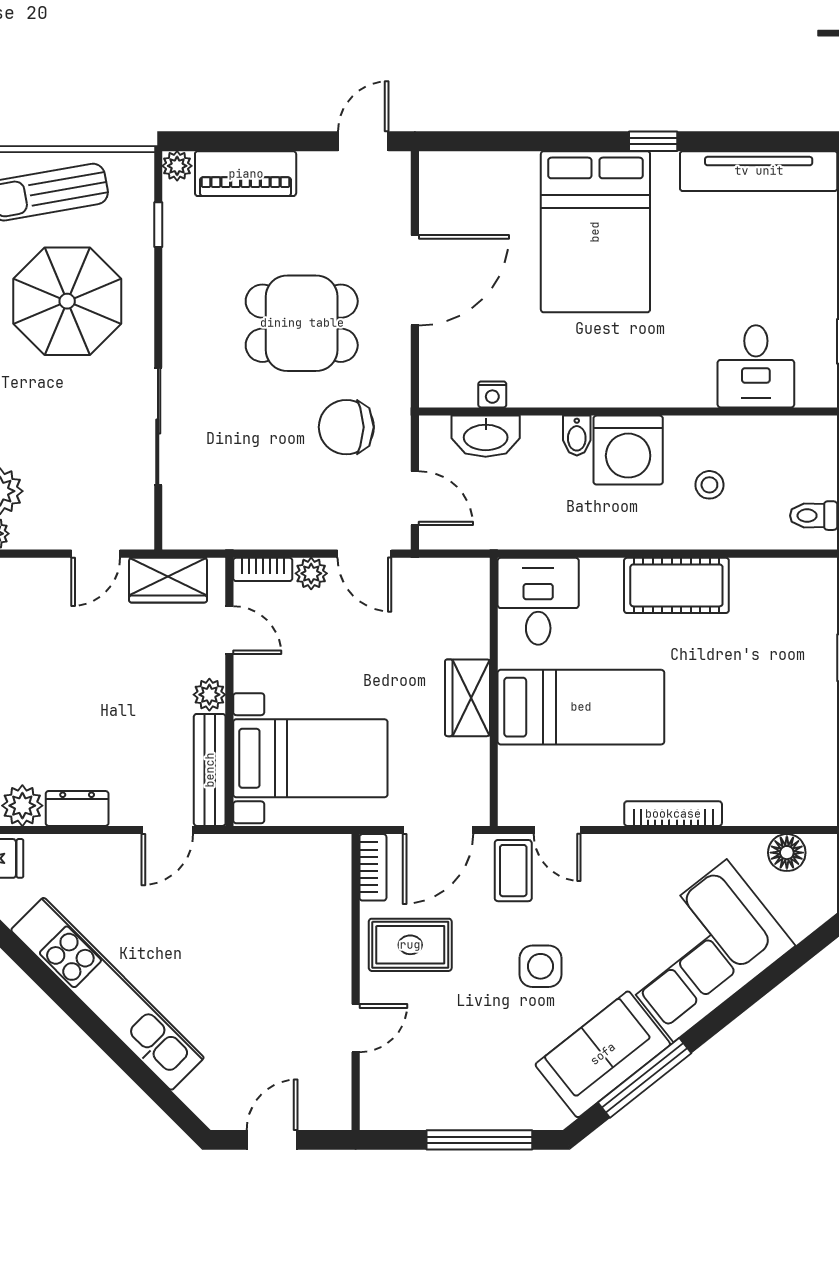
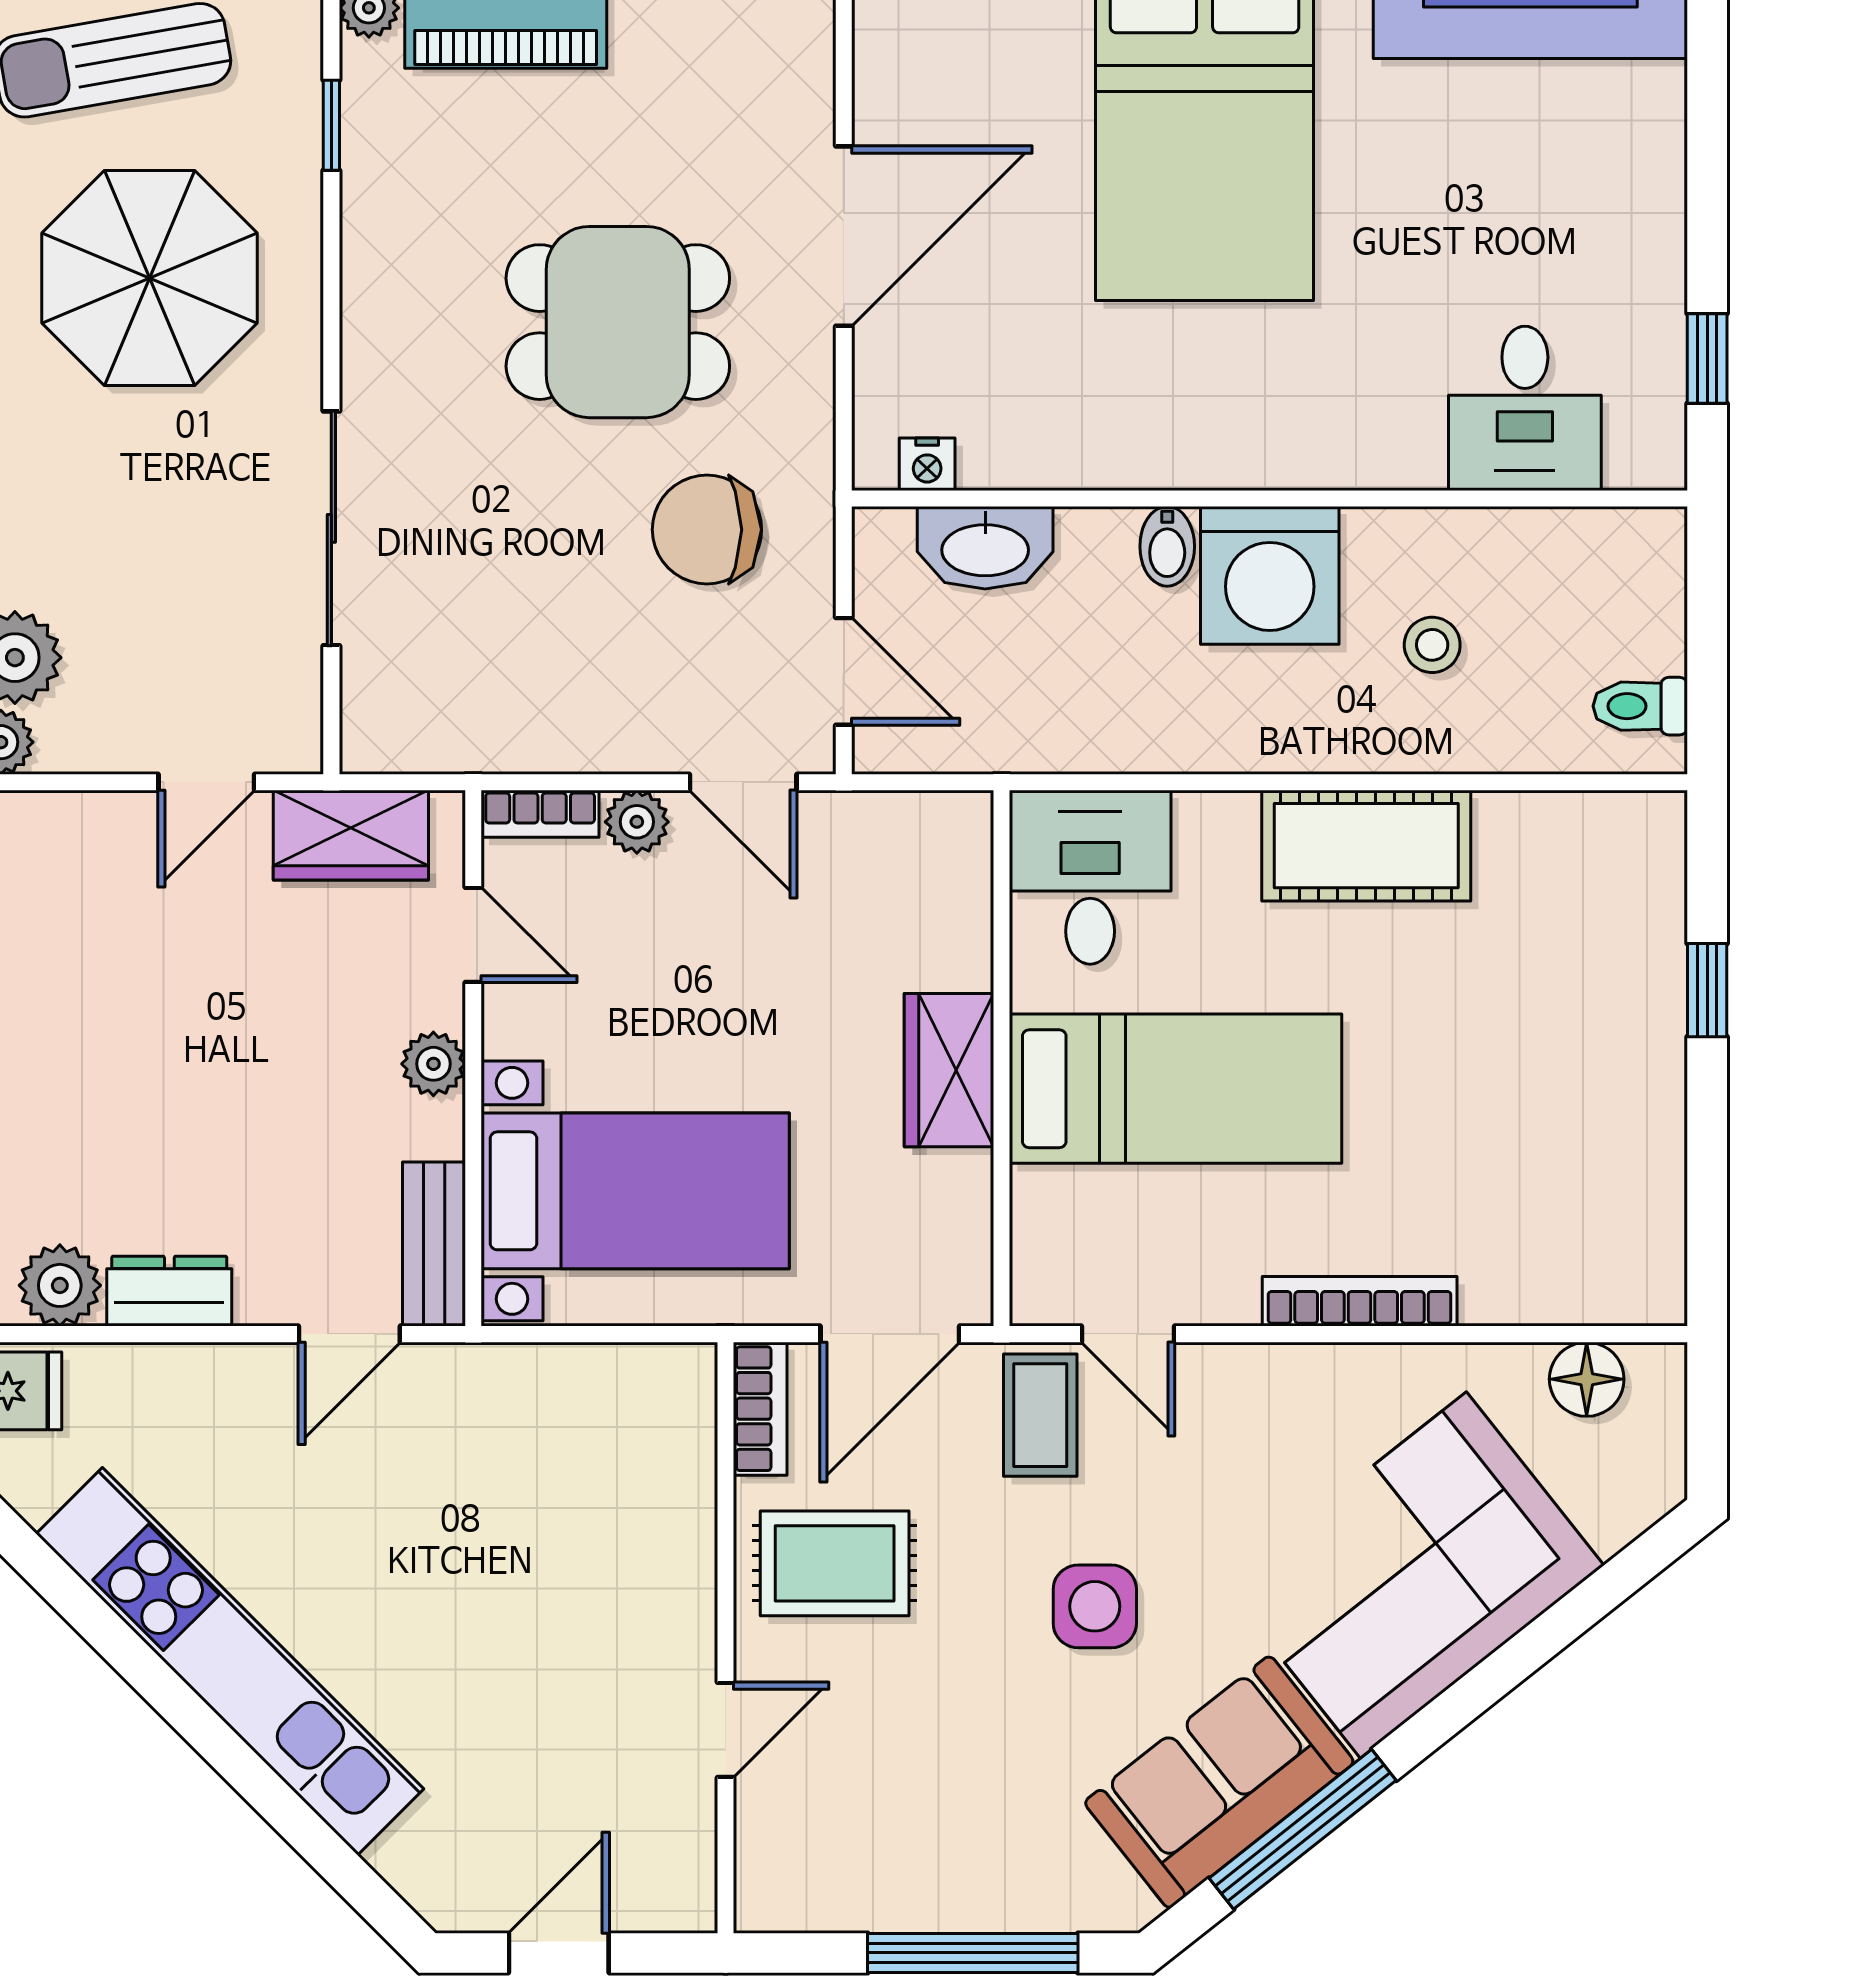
nightstand: (492, 394) -> (927, 464), moved
bench: (210, 770) -> (434, 1244), width x0.73

